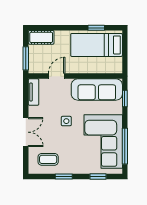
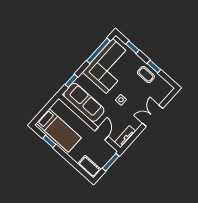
door: (57, 76) -> (101, 134), swing flipped
coffee table: (48, 159) -> (146, 75), moved

